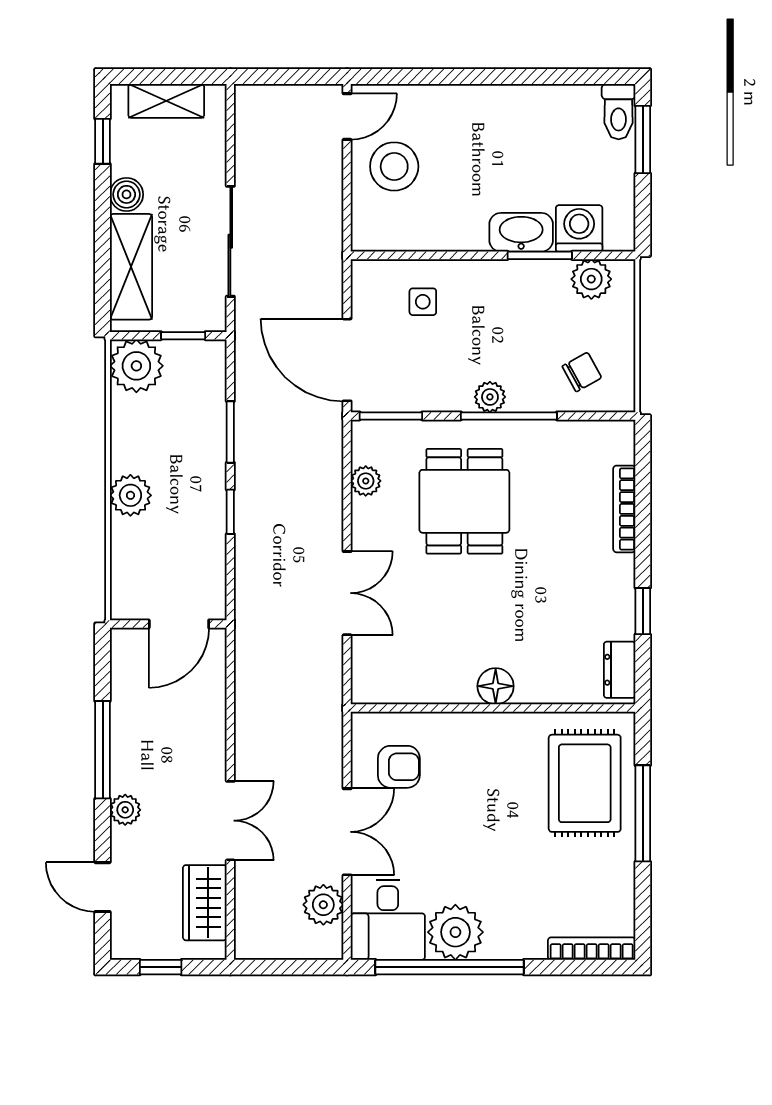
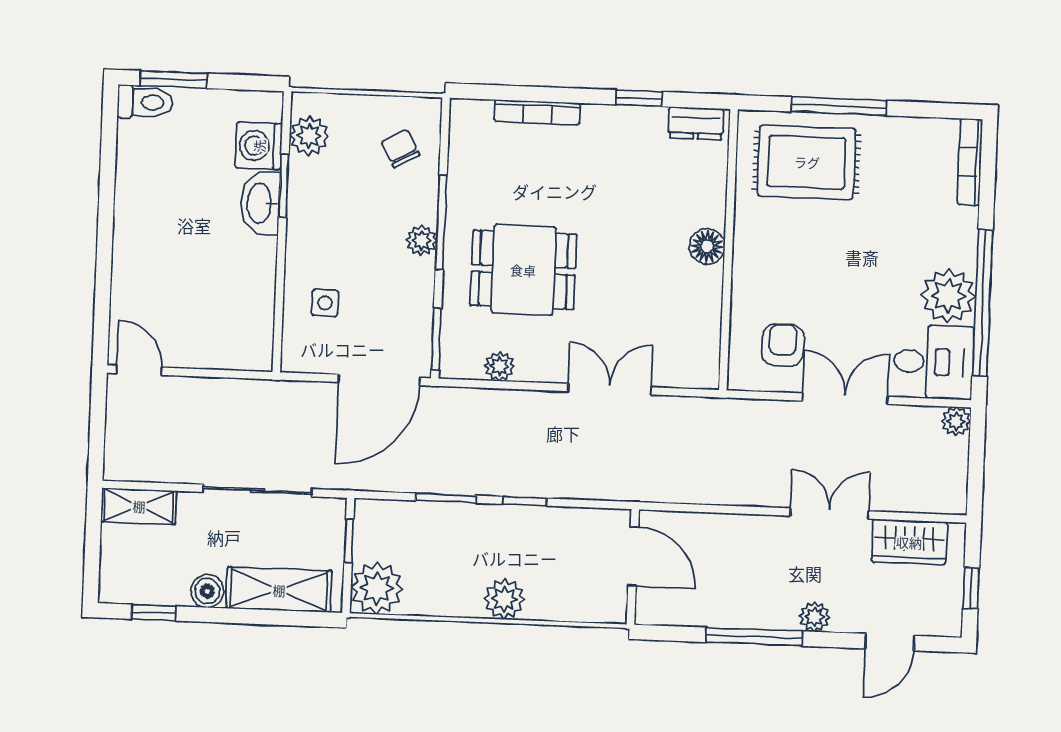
shelving: (166, 101) -> (139, 506), moved, turned 90
stool: (394, 166) -> (190, 326), removed
plant: (323, 905) -> (956, 421), moved, width x0.73, depth x0.73

